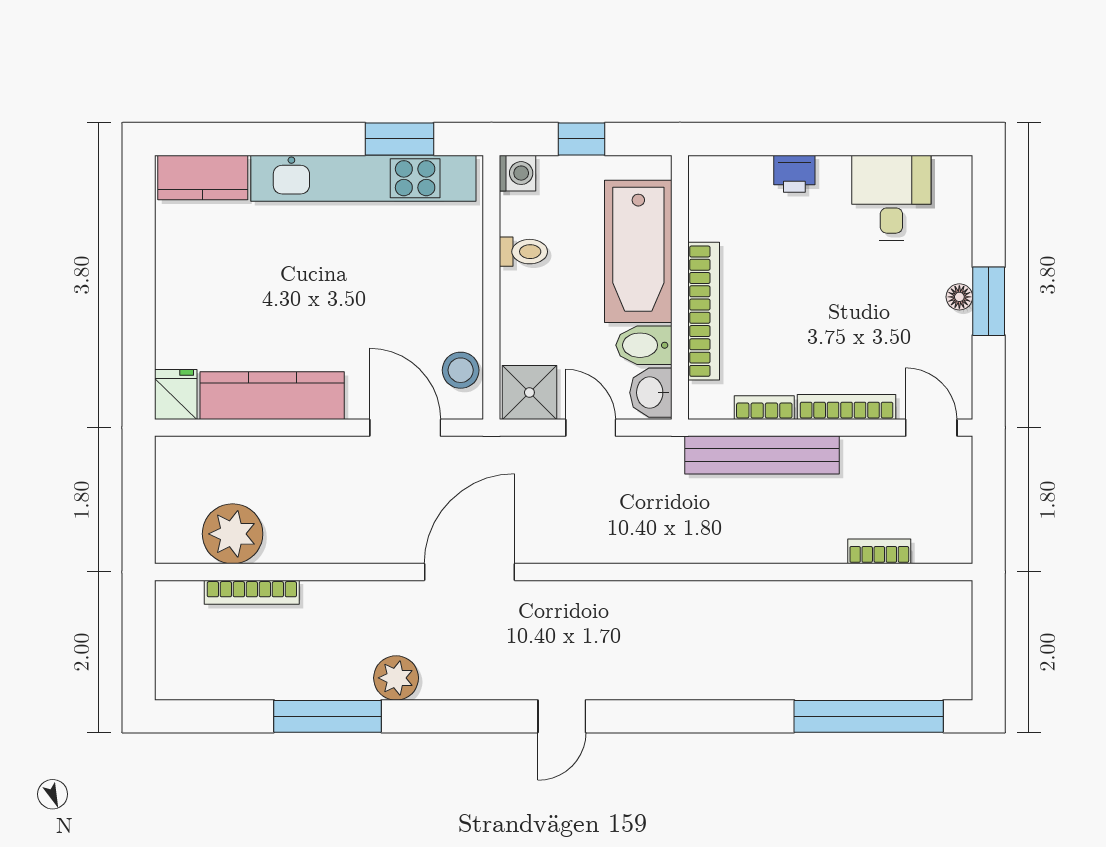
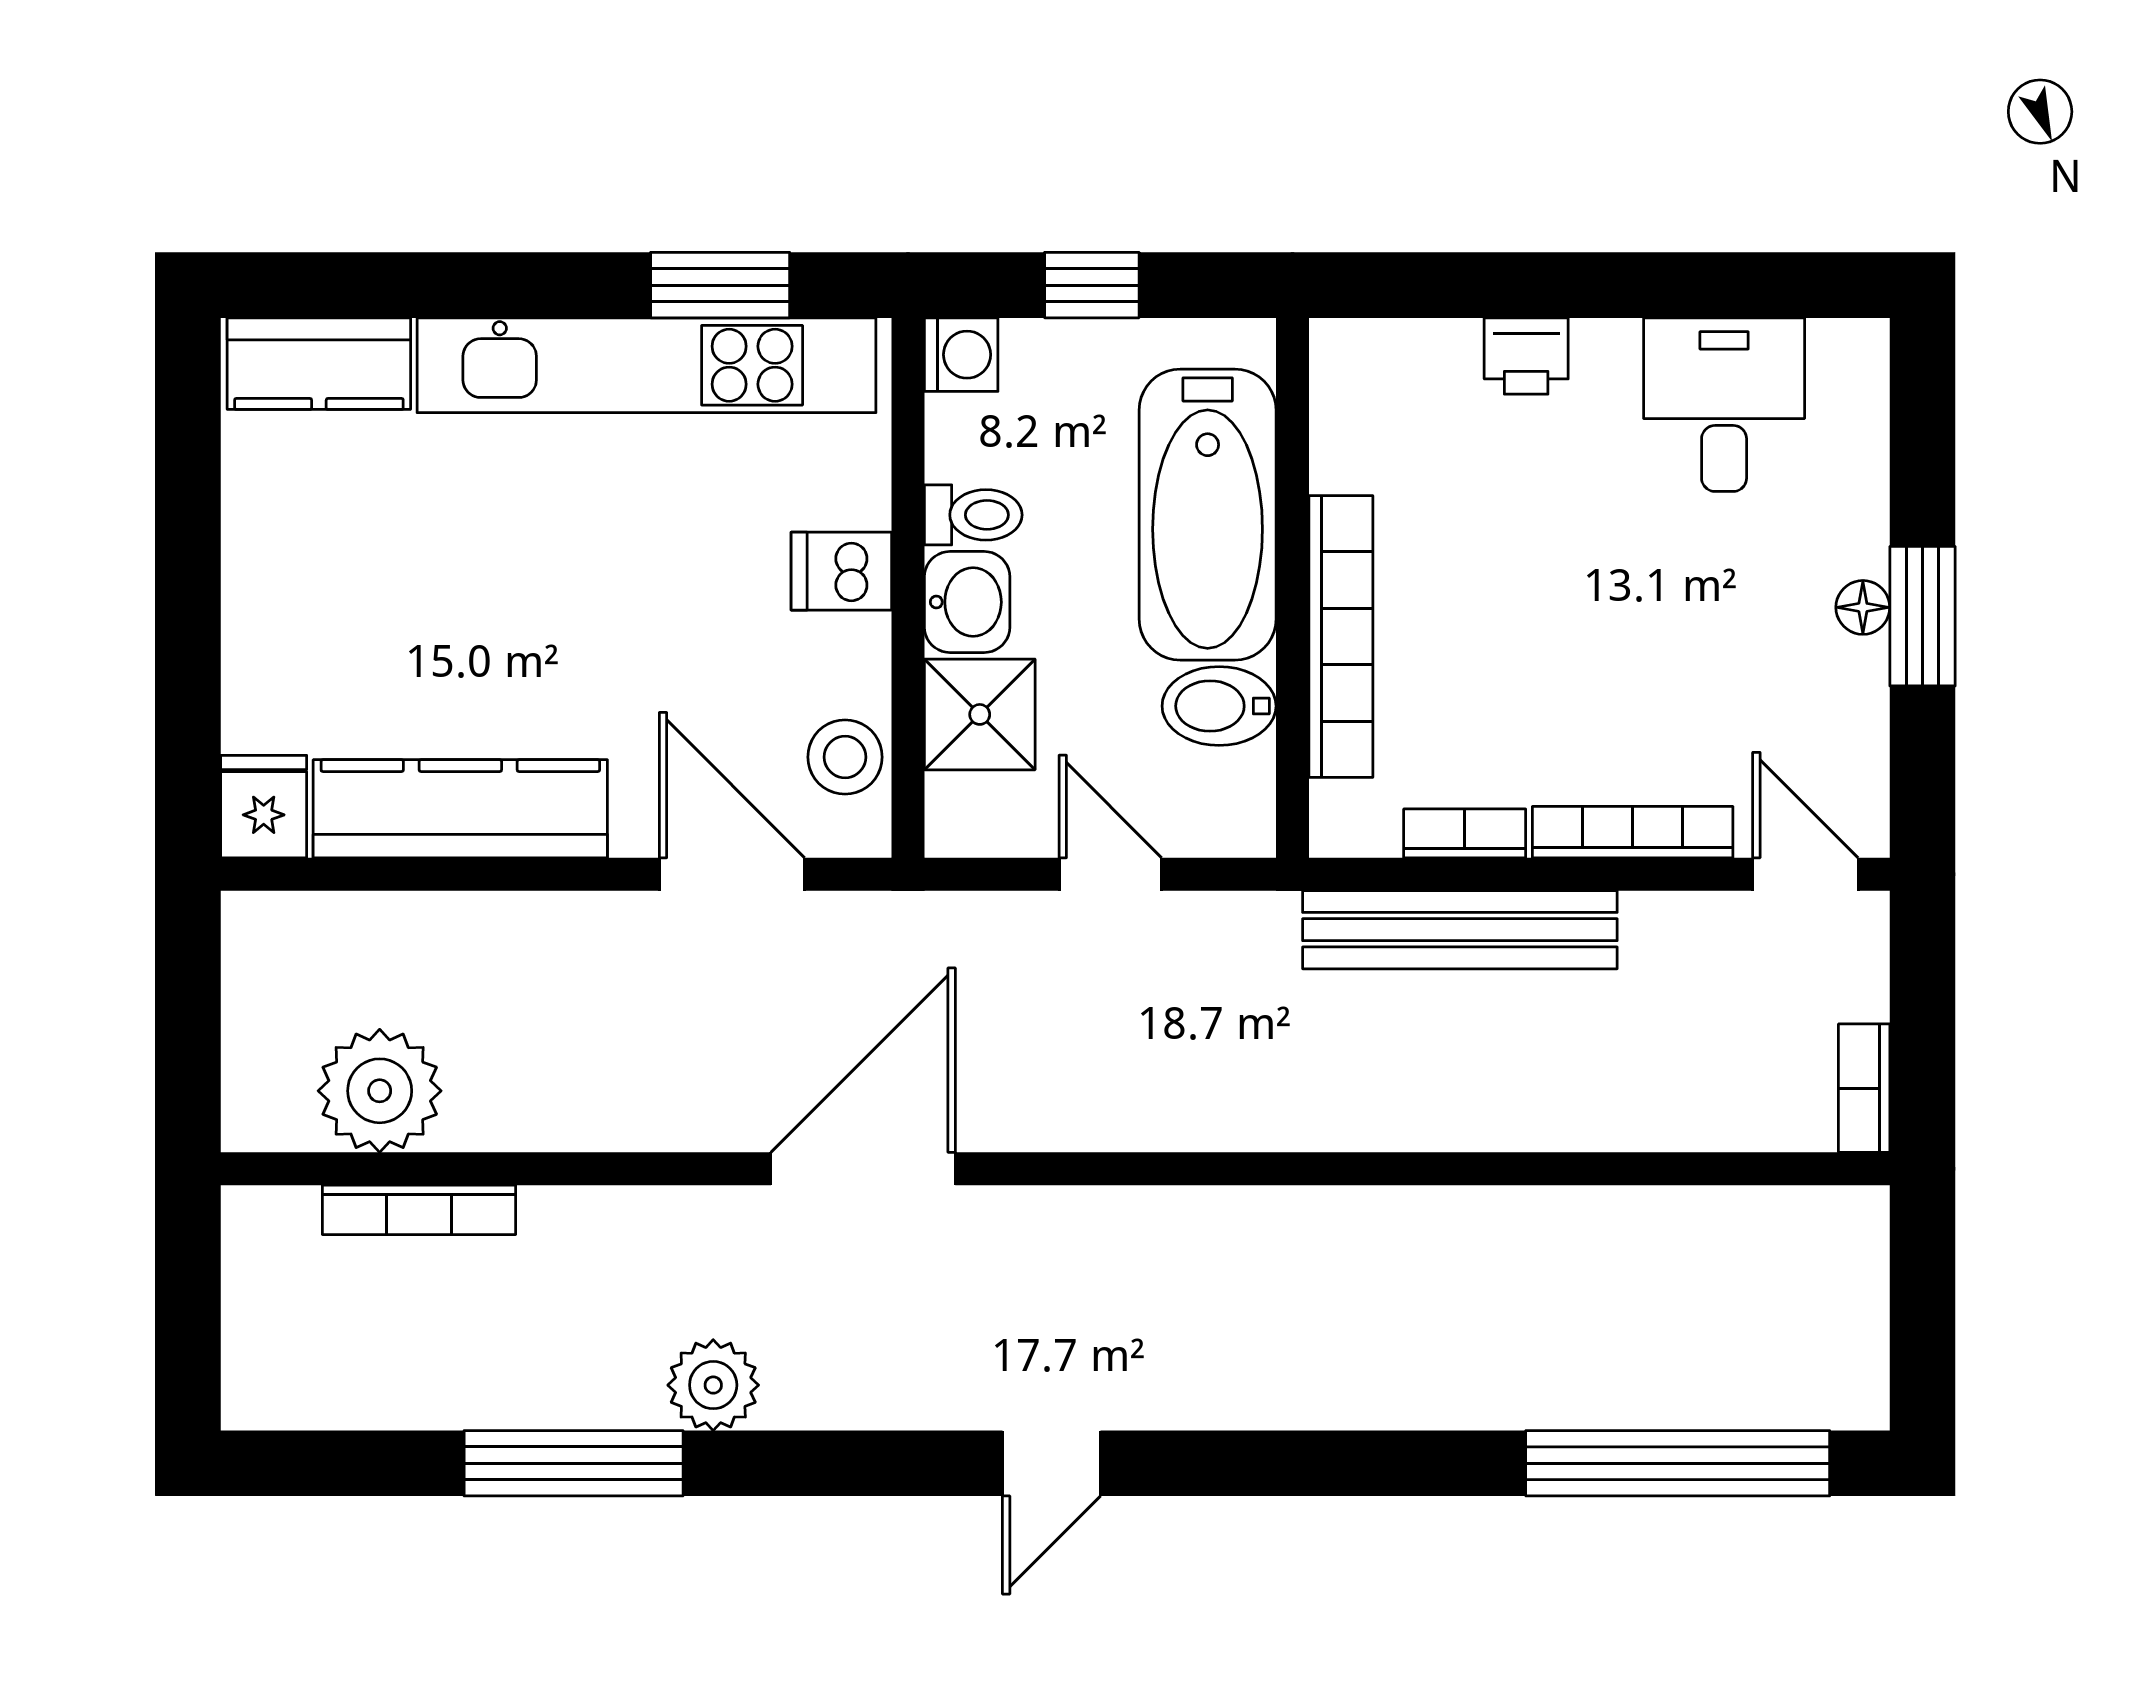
dishwasher: (459, 279) -> (841, 571), added
shower: (529, 392) -> (980, 714), moved
washbasin: (651, 393) -> (967, 602), moved, turned 180
bookcase: (879, 551) -> (1864, 1088), moved, turned -90

